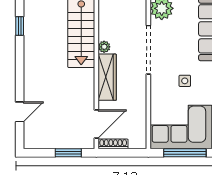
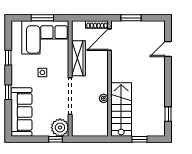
wardrobe: (107, 77) -> (78, 58), moved, turned 180
window: (185, 153) -> (42, 18), width x0.69

